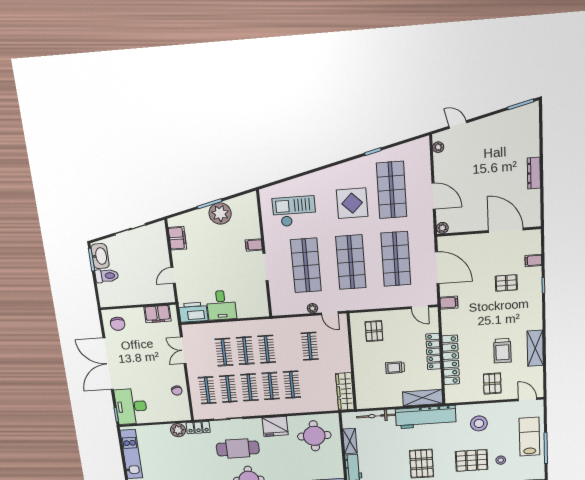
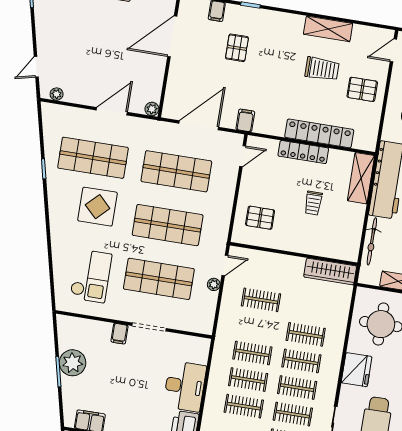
checkout: (294, 211) -> (91, 276), turned 180
desk: (221, 305) -> (185, 386), width x1.37

